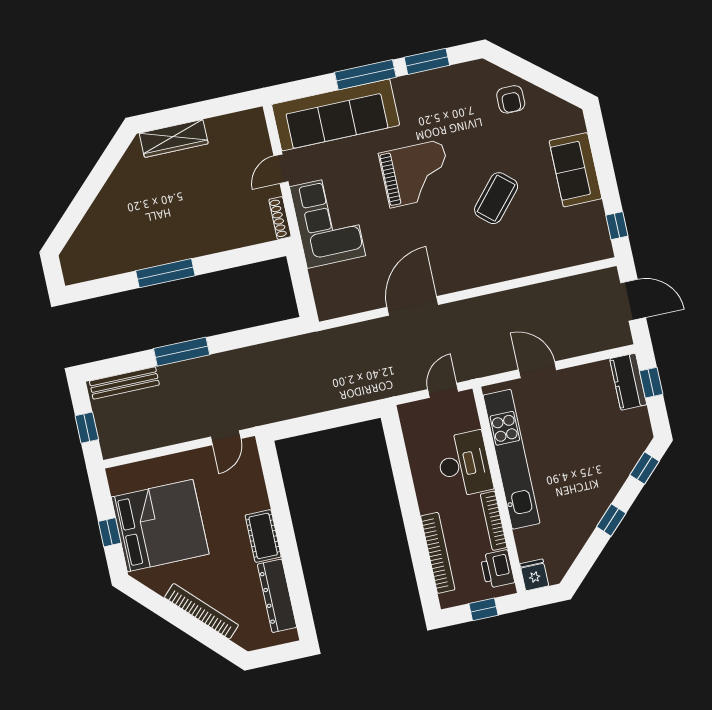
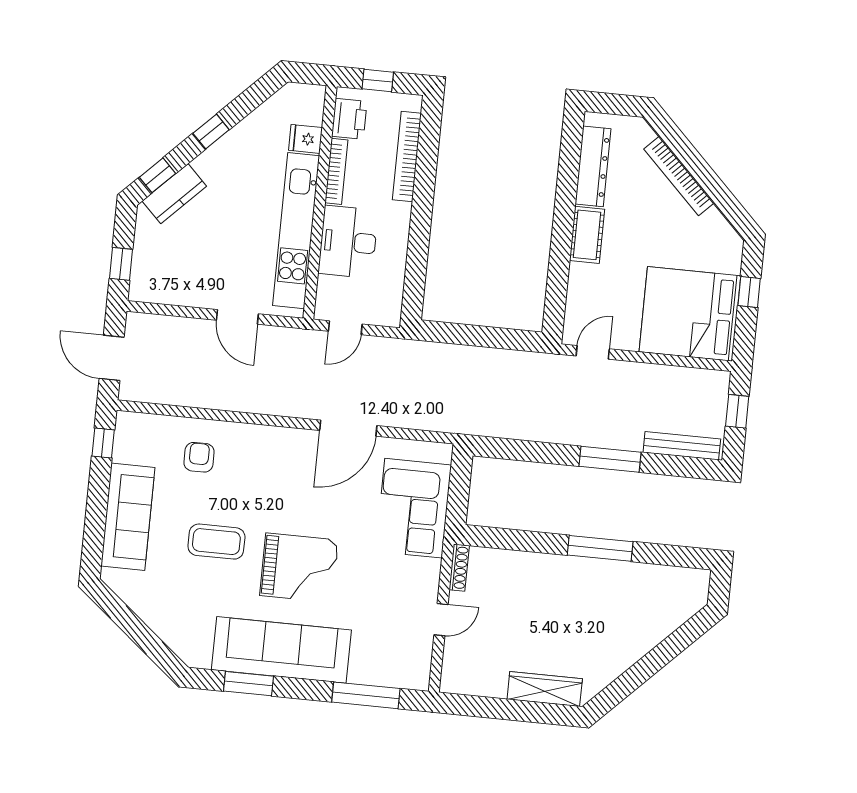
window: (365, 75) -> (366, 695), moved
armchair: (511, 99) -> (199, 457), moved
sofa: (336, 115) -> (281, 650), moved
sofa: (575, 170) -> (128, 517), width x1.36
grand piano: (416, 174) -> (299, 568), turned 180
coffee table: (496, 198) -> (216, 542), moved, turned 49
corner sofa: (328, 221) -> (413, 508), moved
kitchen counter: (628, 382) -> (174, 194), moved, turned 45
bed: (160, 526) -> (690, 314), moved
fridge: (534, 575) -> (305, 139), moved, turned 90

